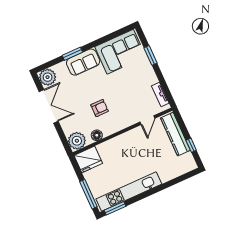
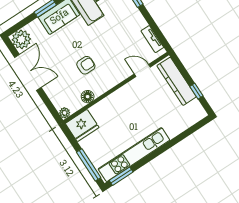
door: (147, 120) -> (142, 70), swing flipped
plant: (77, 141) -> (65, 113), width x0.53, depth x0.53

